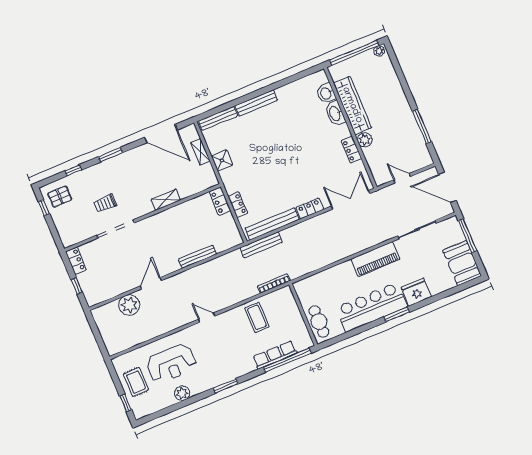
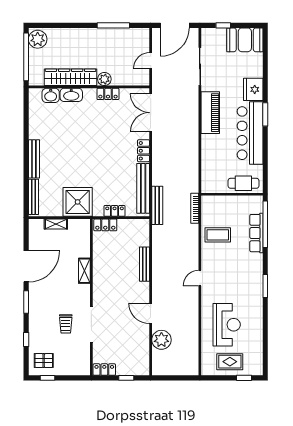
plant: (379, 51) -> (38, 39), width x1.88, depth x1.88
door: (161, 134) -> (26, 266), moved
shower: (222, 160) -> (78, 202), width x1.86, depth x1.86
pallet: (60, 197) -> (44, 361), turned 90
window: (468, 236) -> (223, 25), width x0.46
plant: (182, 393) -> (256, 326), removed

